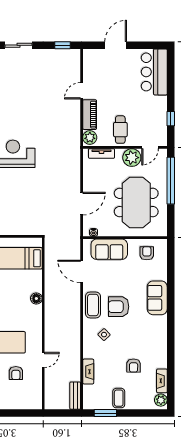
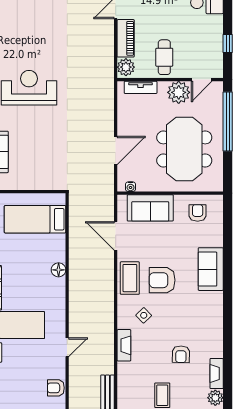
fireplace: (88, 372) -> (124, 345), moved
armchair: (16, 373) -> (56, 388), moved, turned 90

